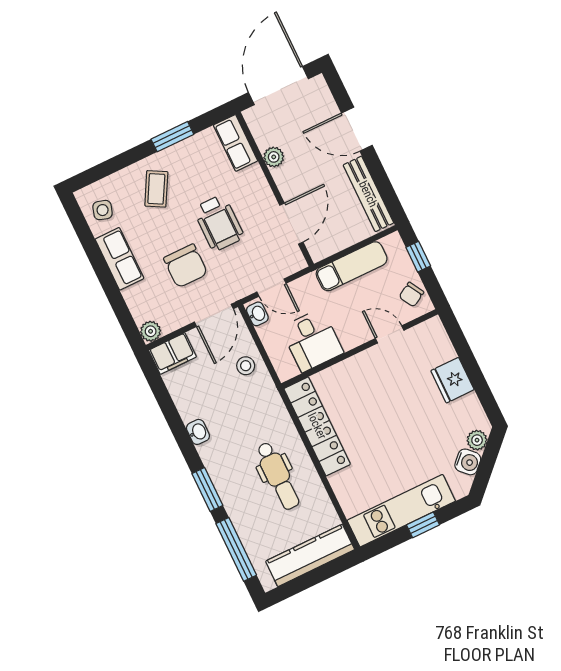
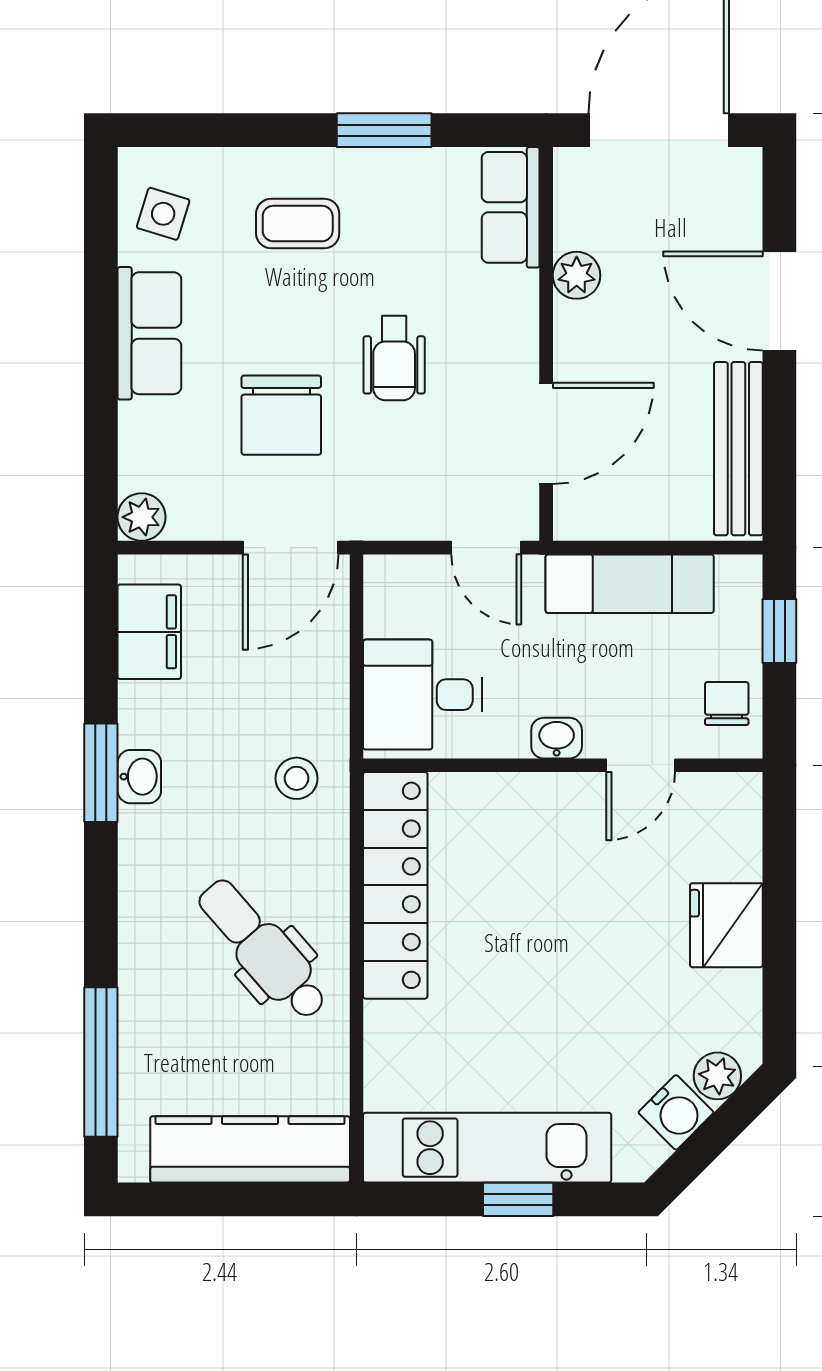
coffee table: (156, 189) -> (298, 224), turned 61
wheelchair: (219, 223) -> (394, 358), width x0.73, depth x0.73
door: (271, 288) -> (486, 548), moved
chair: (411, 294) -> (727, 704), turned 120
washbasin: (257, 314) -> (557, 738), moved, turned -90
door: (390, 334) -> (641, 765), swing flipped
desk: (312, 340) -> (423, 695), moved, turned 90
filing cabinet: (172, 353) -> (149, 632), moved, turned -90
stool: (246, 366) -> (297, 778), moved
dental chair: (278, 476) -> (263, 950), turned 139
window: (207, 489) -> (101, 773), moved

